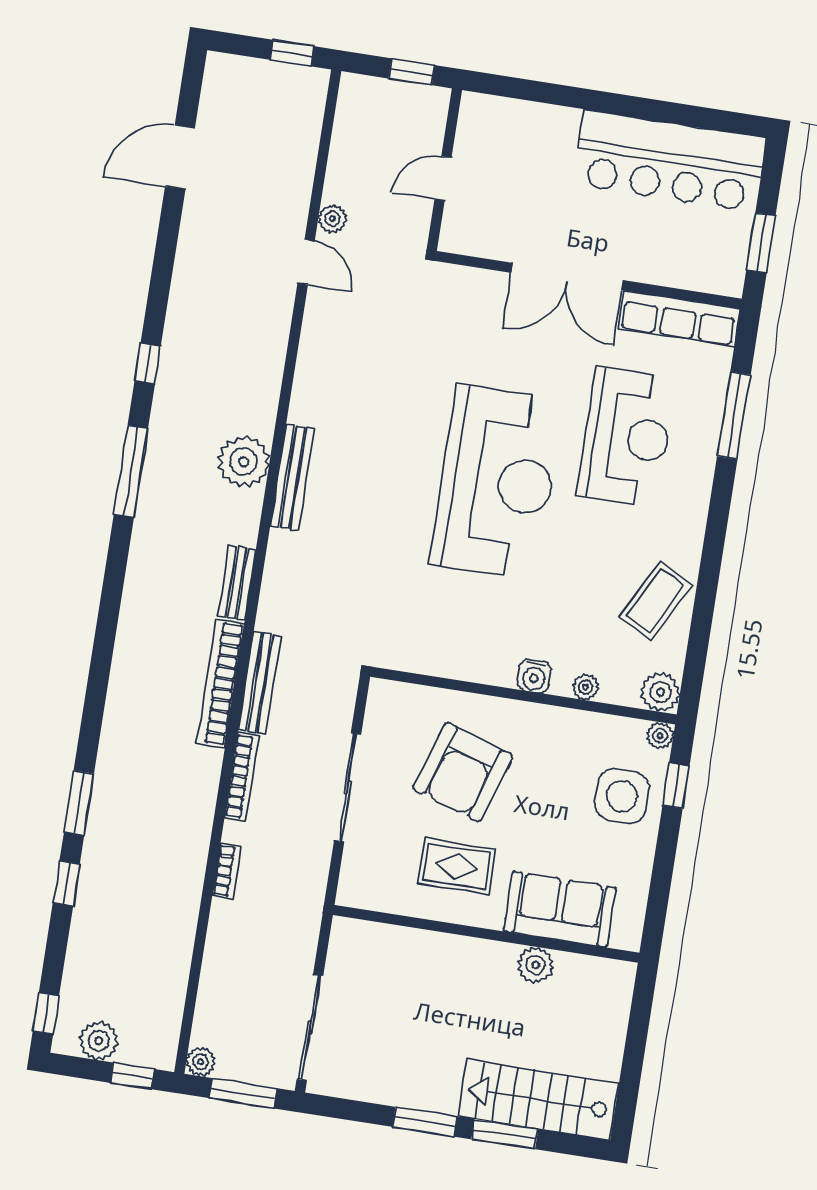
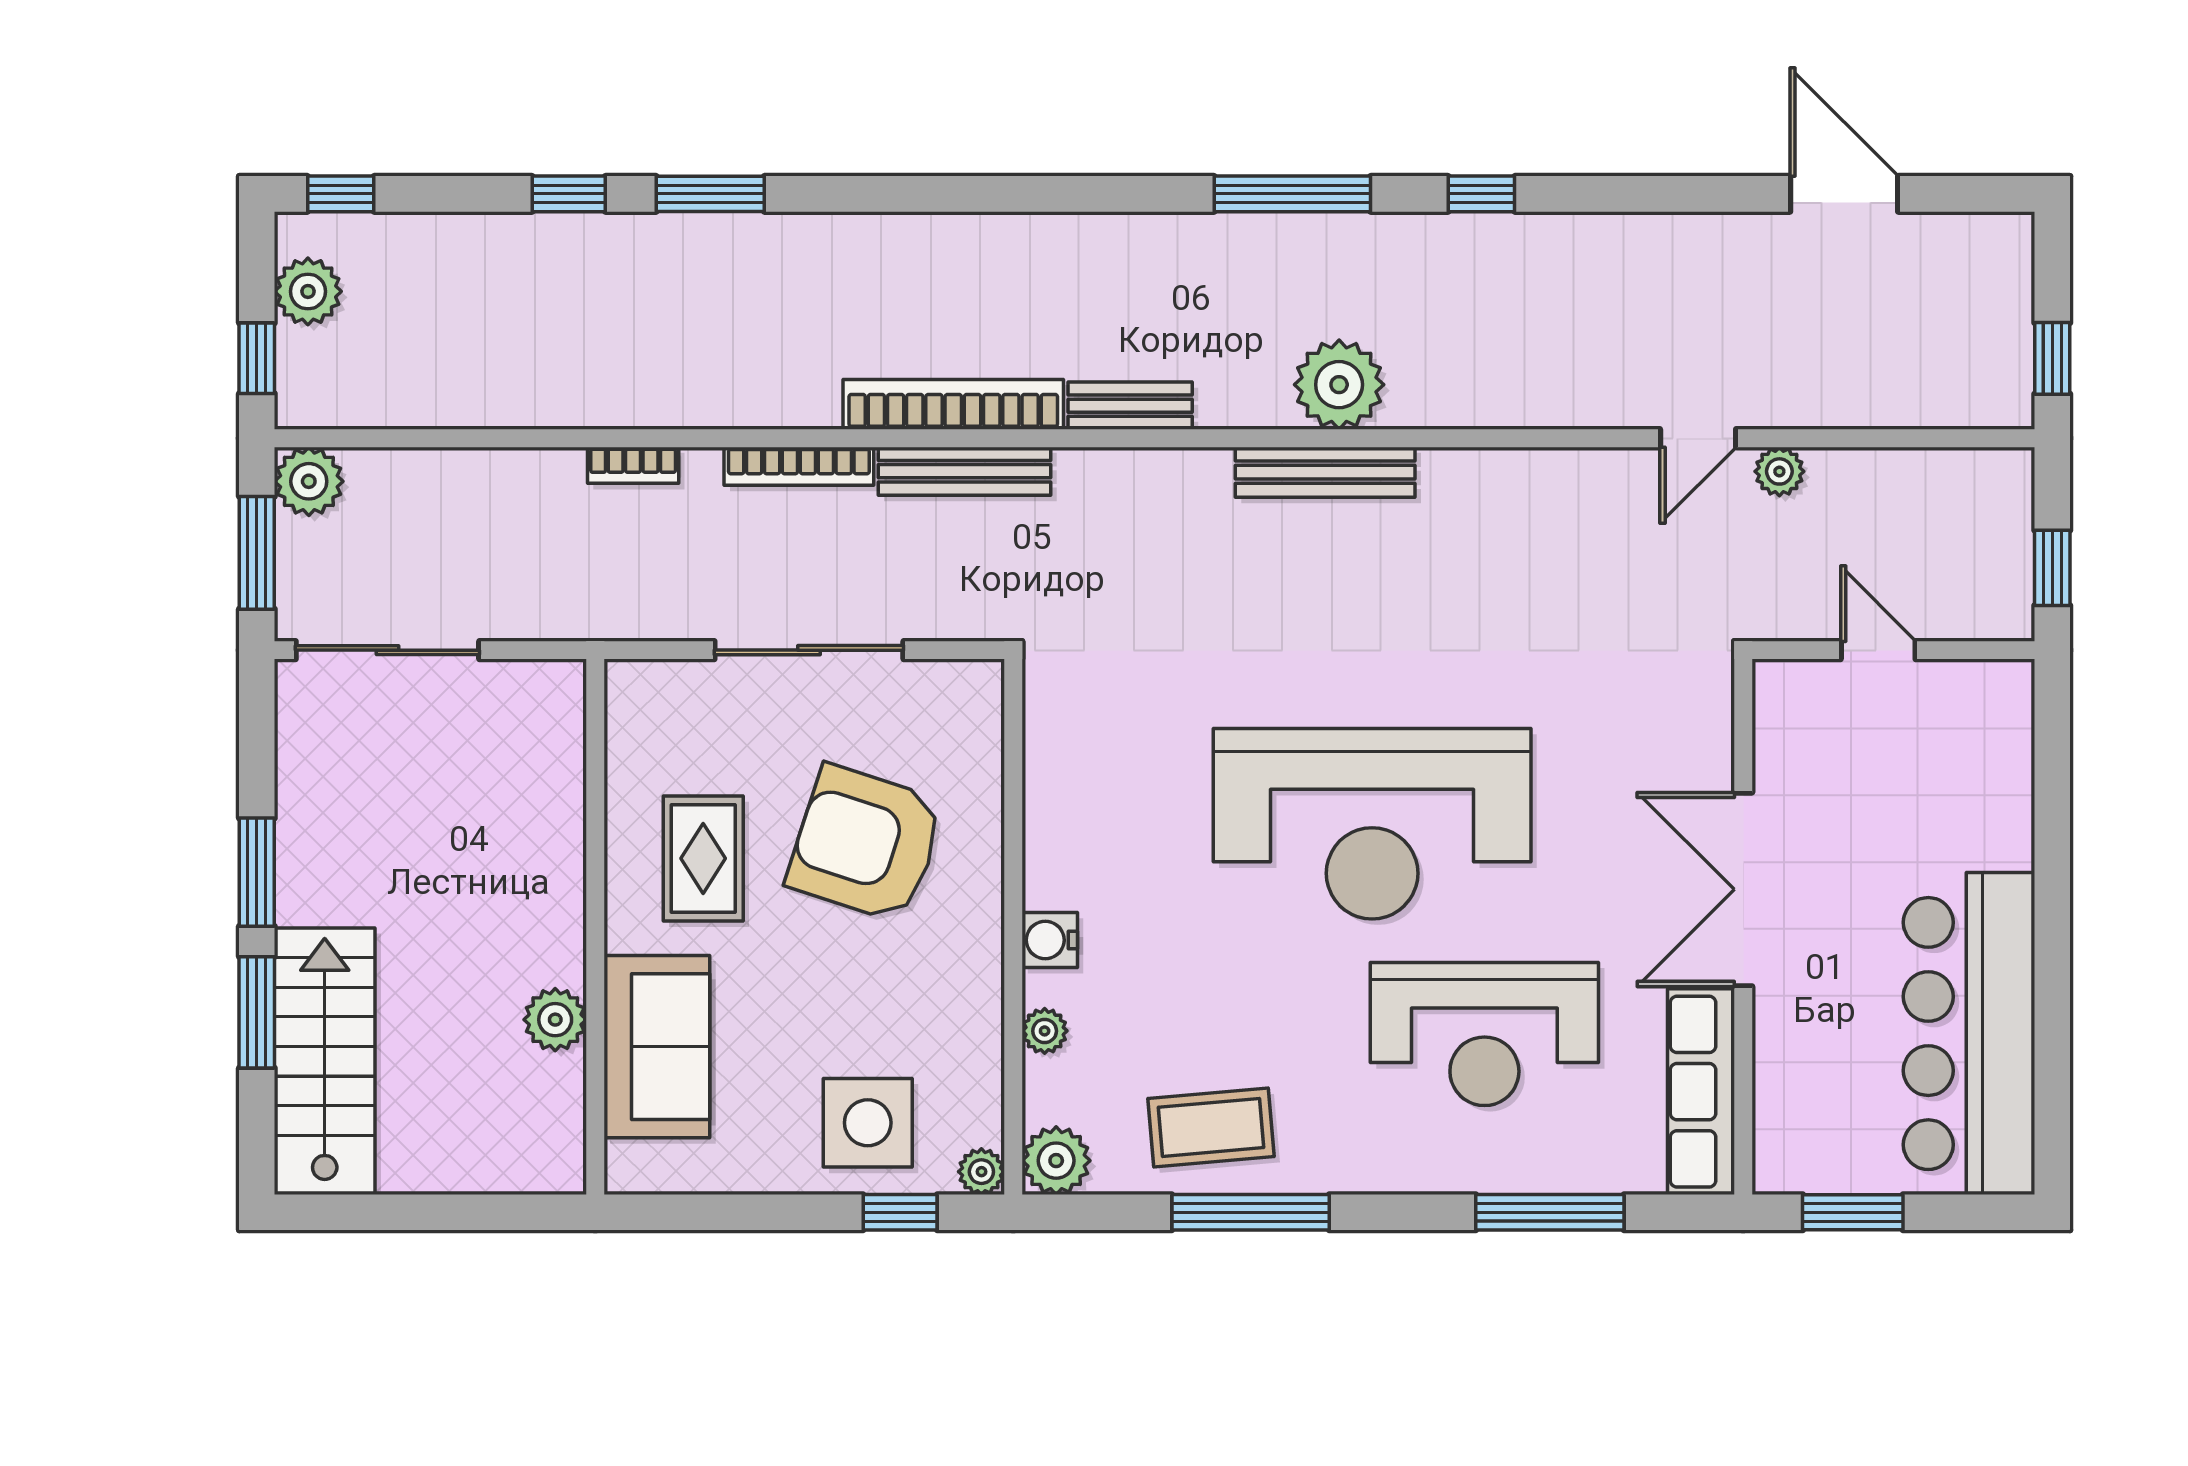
window: (707, 586) -> (1251, 1212), added
coffee table: (655, 601) -> (1211, 1127), turned -32
plant: (201, 1062) -> (309, 481), width x1.38, depth x1.38

